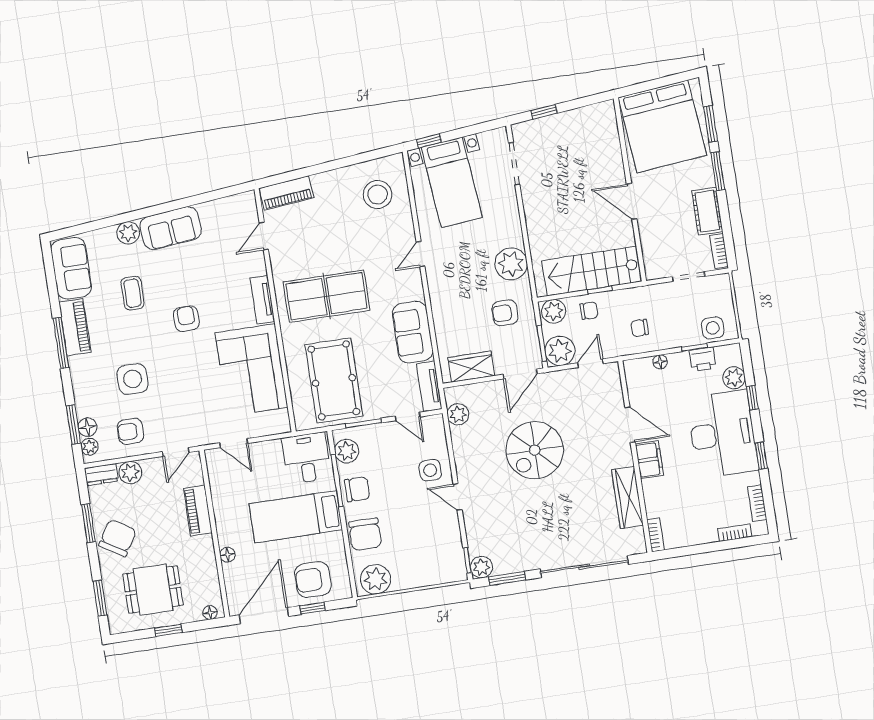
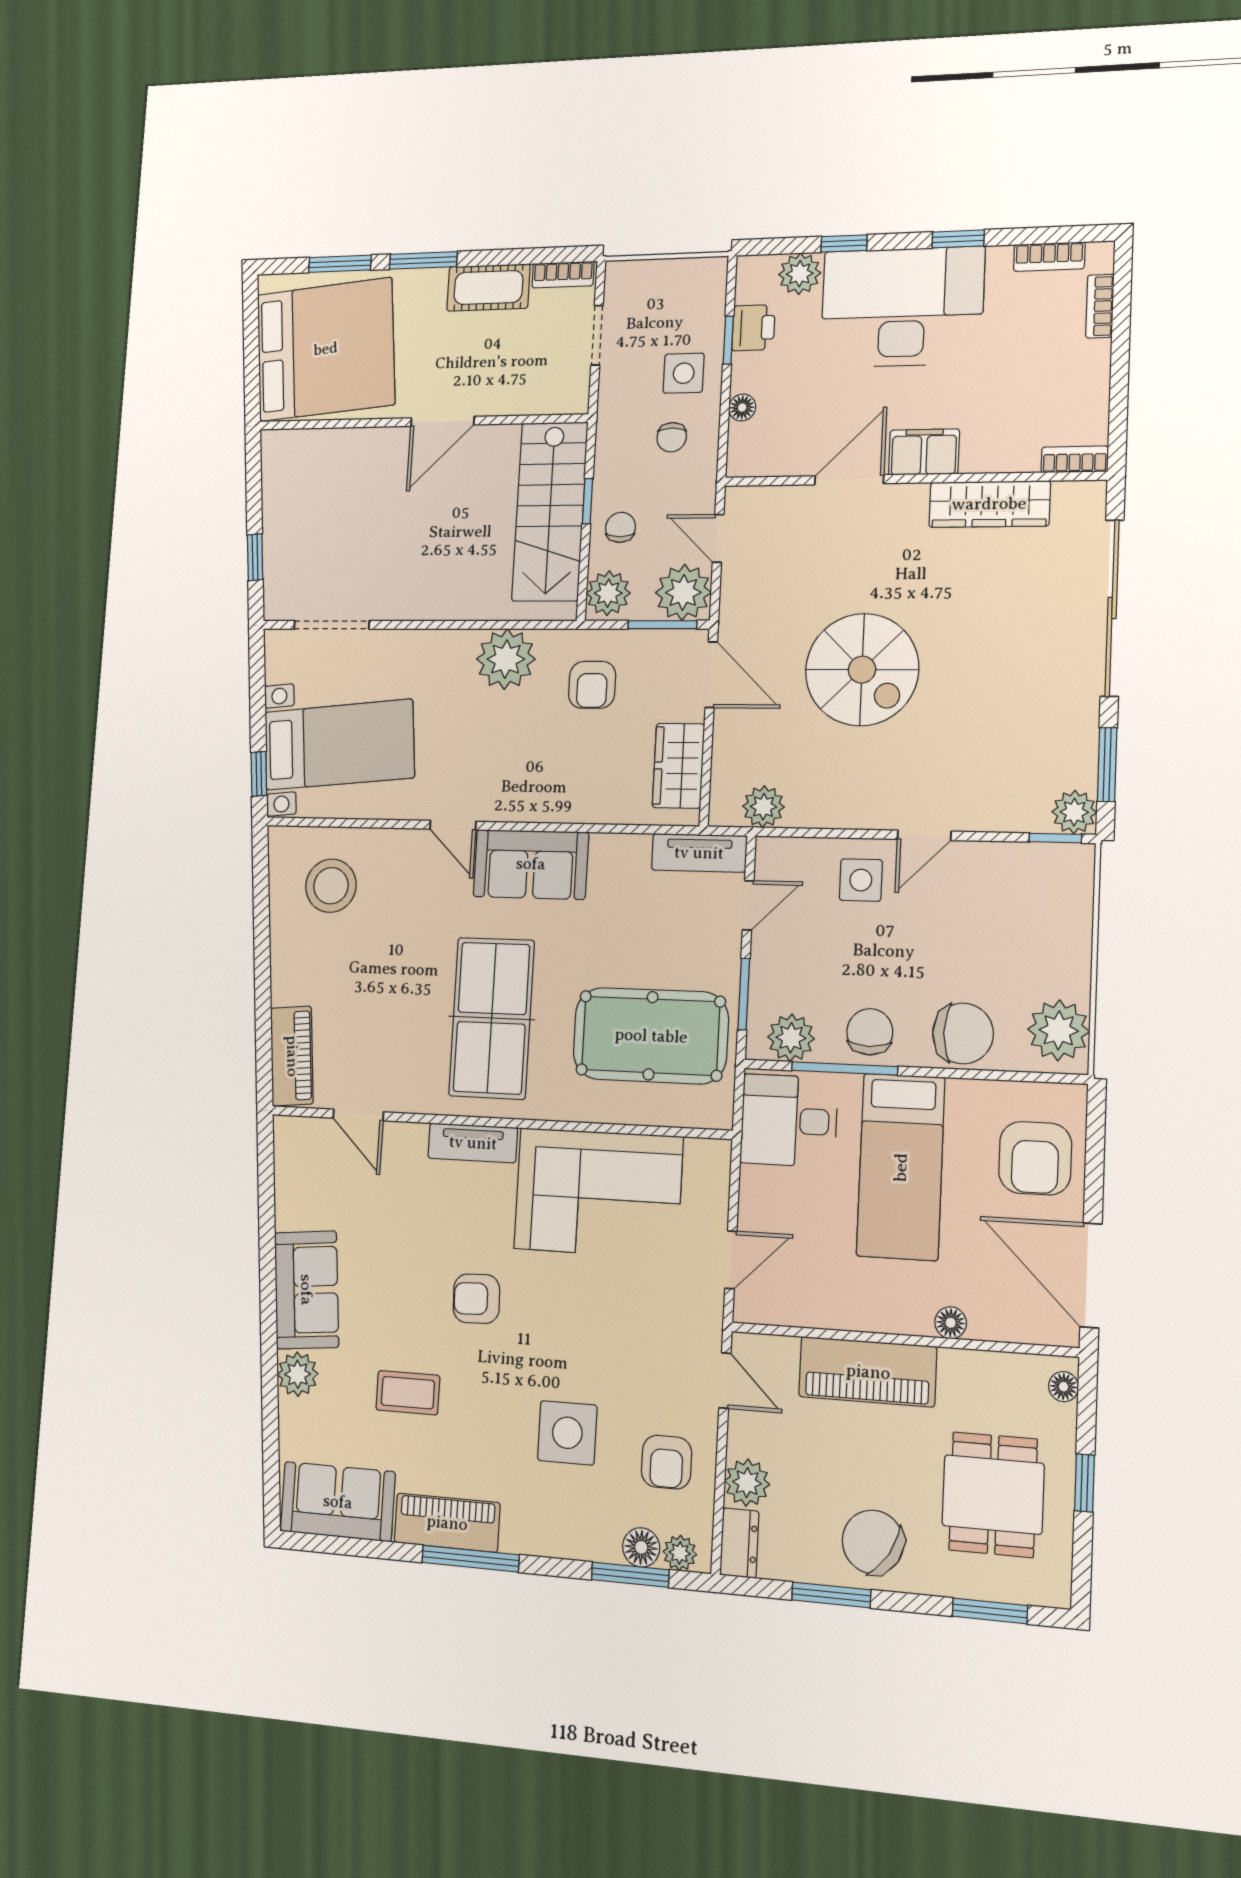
side table: (713, 328) -> (684, 373), moved
sofa: (413, 332) -> (531, 864), moved
piano: (198, 511) -> (868, 1372), width x1.37, depth x1.33
window: (313, 608) -> (1094, 1171), removed

